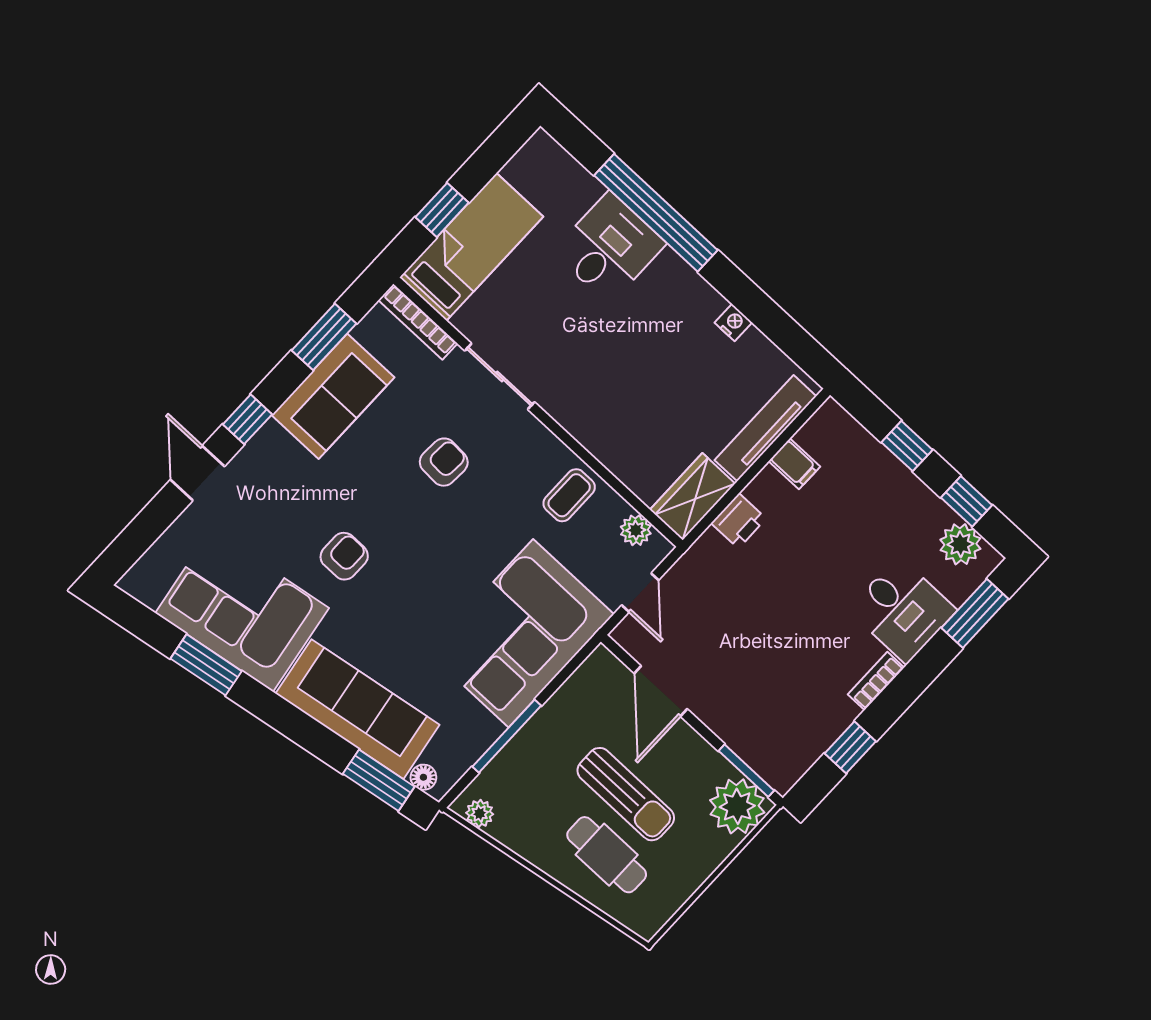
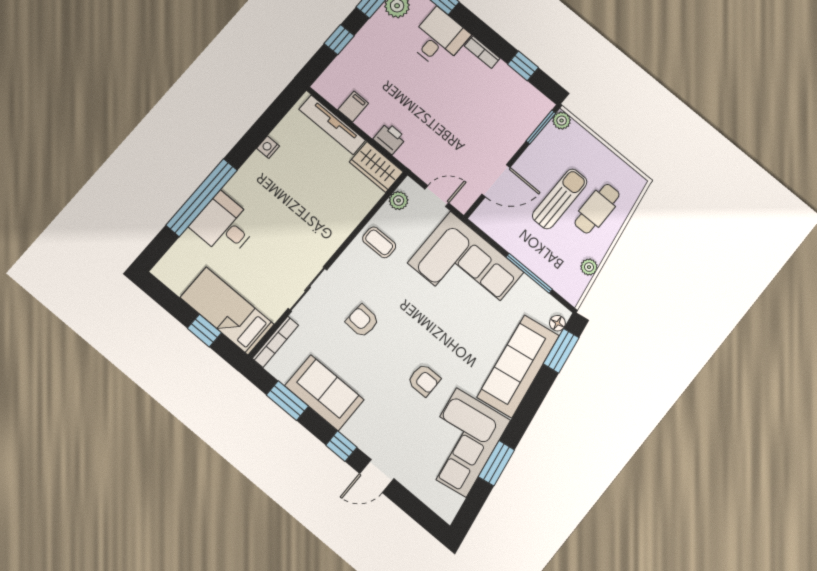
armchair: (344, 556) -> (424, 380), turned 180
plant: (737, 806) -> (562, 121), width x0.53, depth x0.53
plant: (480, 813) -> (589, 267), moved

